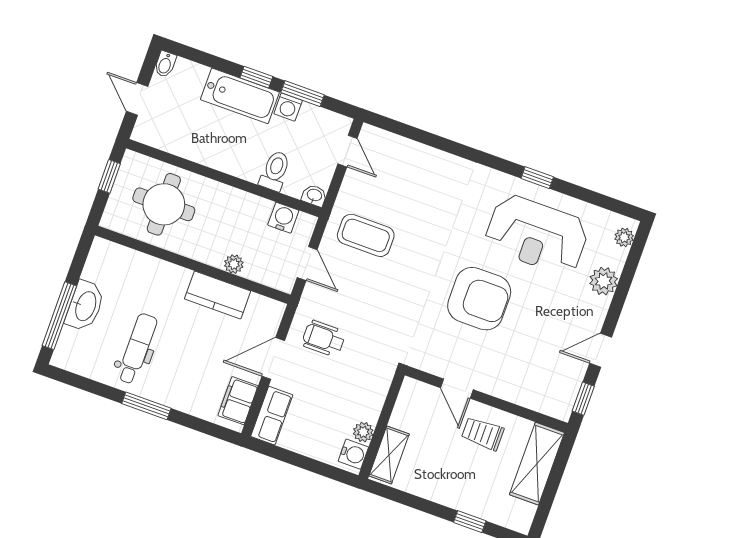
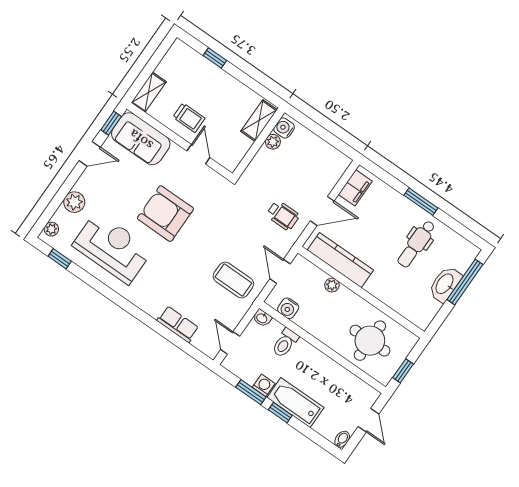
window: (537, 178) -> (60, 259), moved
kitchen counter: (218, 295) -> (340, 260), width x1.50
sofa: (539, 389) -> (141, 139), added
row of seats: (272, 416) -> (178, 324), moved, turned 90
shelving: (537, 464) -> (149, 92), width x0.67, depth x0.75

